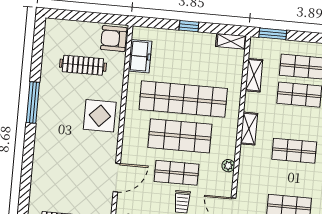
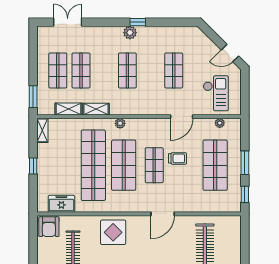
shelving: (249, 129) -> (96, 109), moved
plant: (228, 166) -> (120, 123), moved
door: (117, 178) -> (163, 214), swing flipped

